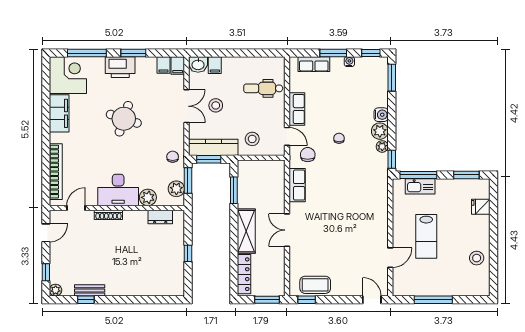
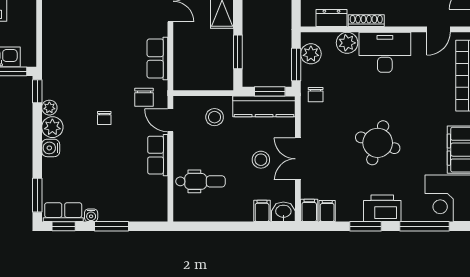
row of seats: (314, 64) -> (63, 212), moved
shoe rack: (108, 215) -> (366, 21), moved

